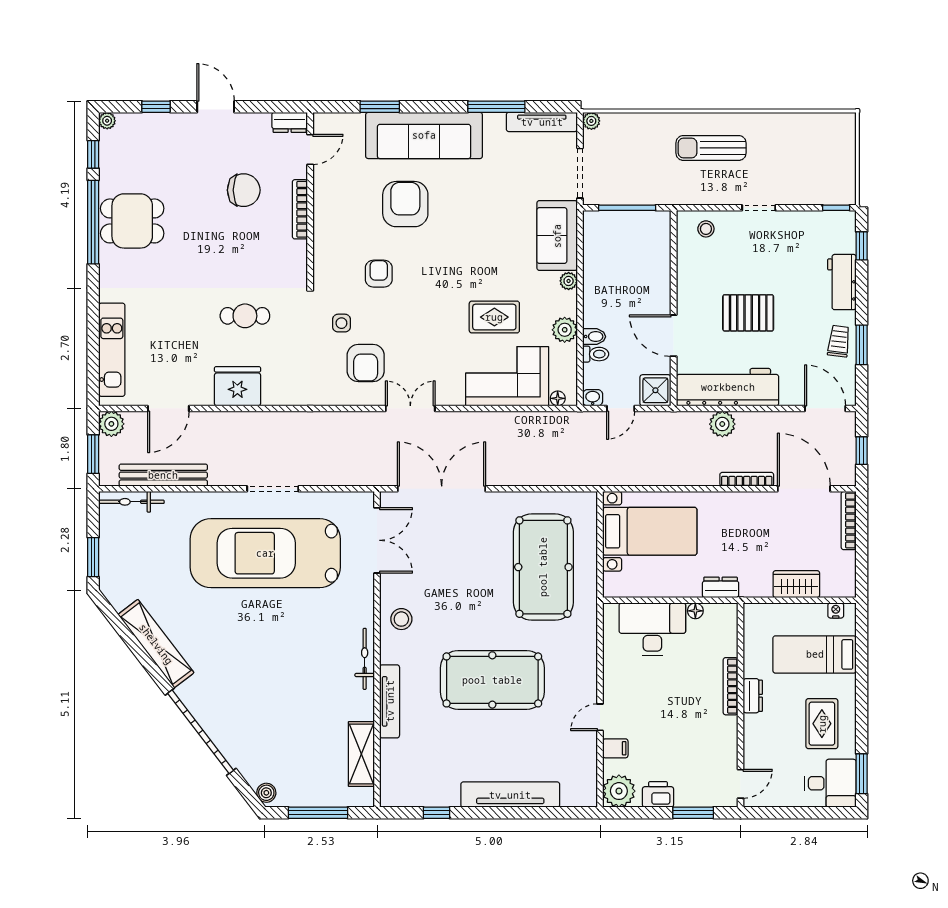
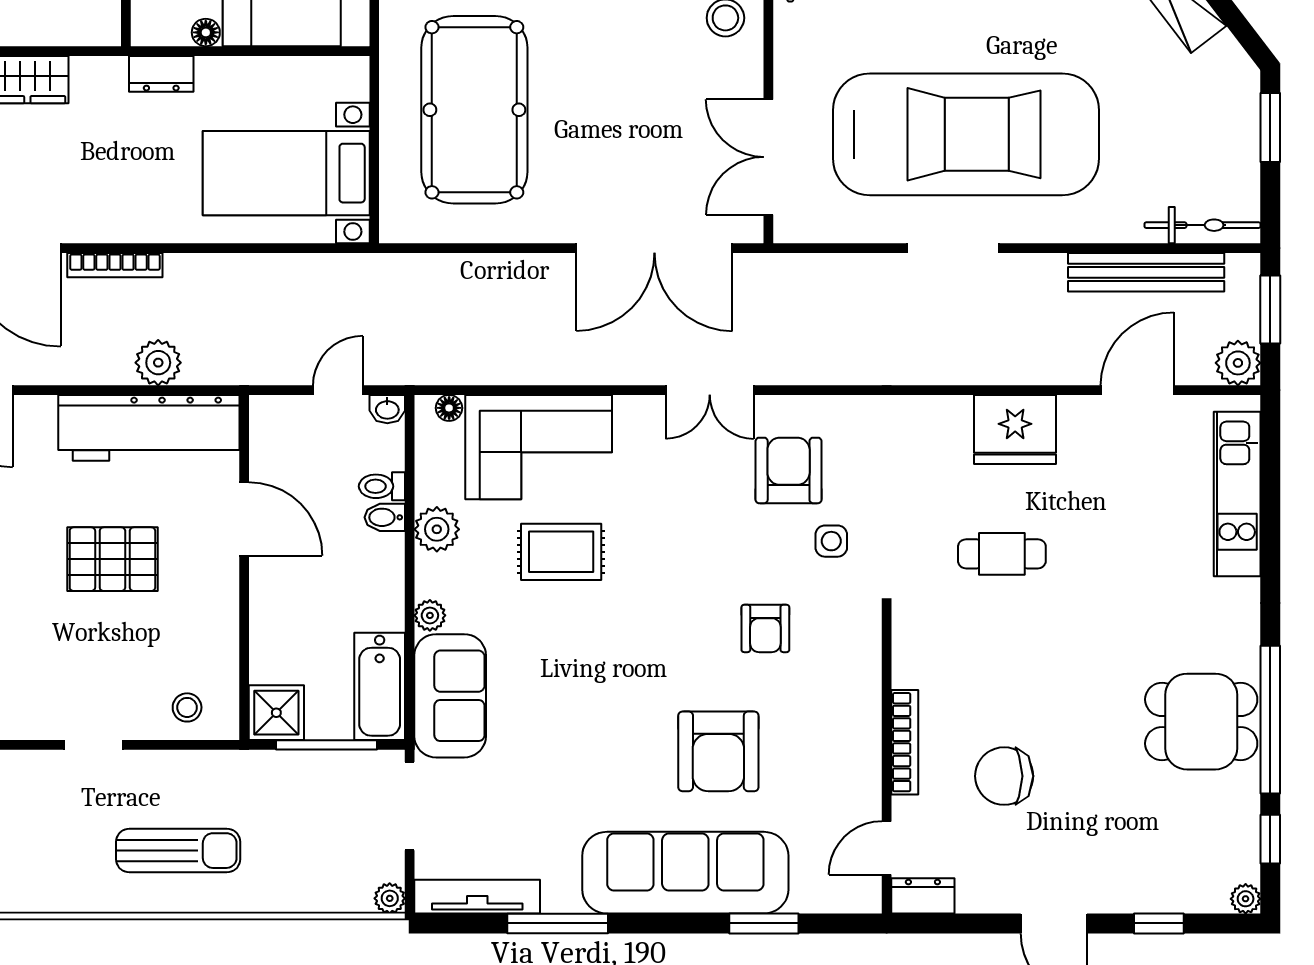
bathtub: (597, 241) -> (380, 686), added
shower: (655, 390) -> (276, 713), moved

